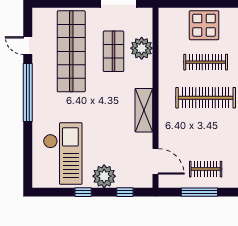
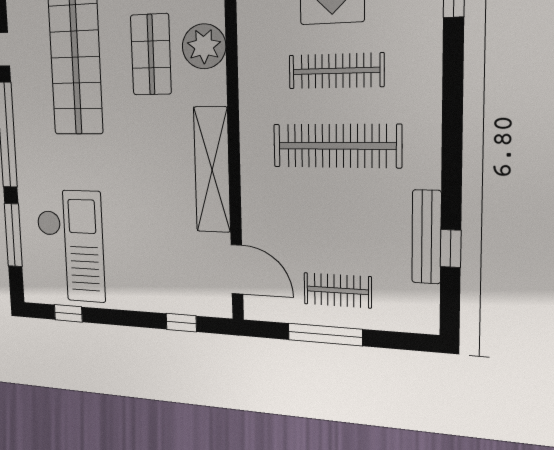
shelving: (144, 110) -> (212, 170), width x1.47
window: (28, 149) -> (13, 235), added
plant: (104, 176) -> (143, 291), removed
window: (83, 192) -> (68, 313), moved

